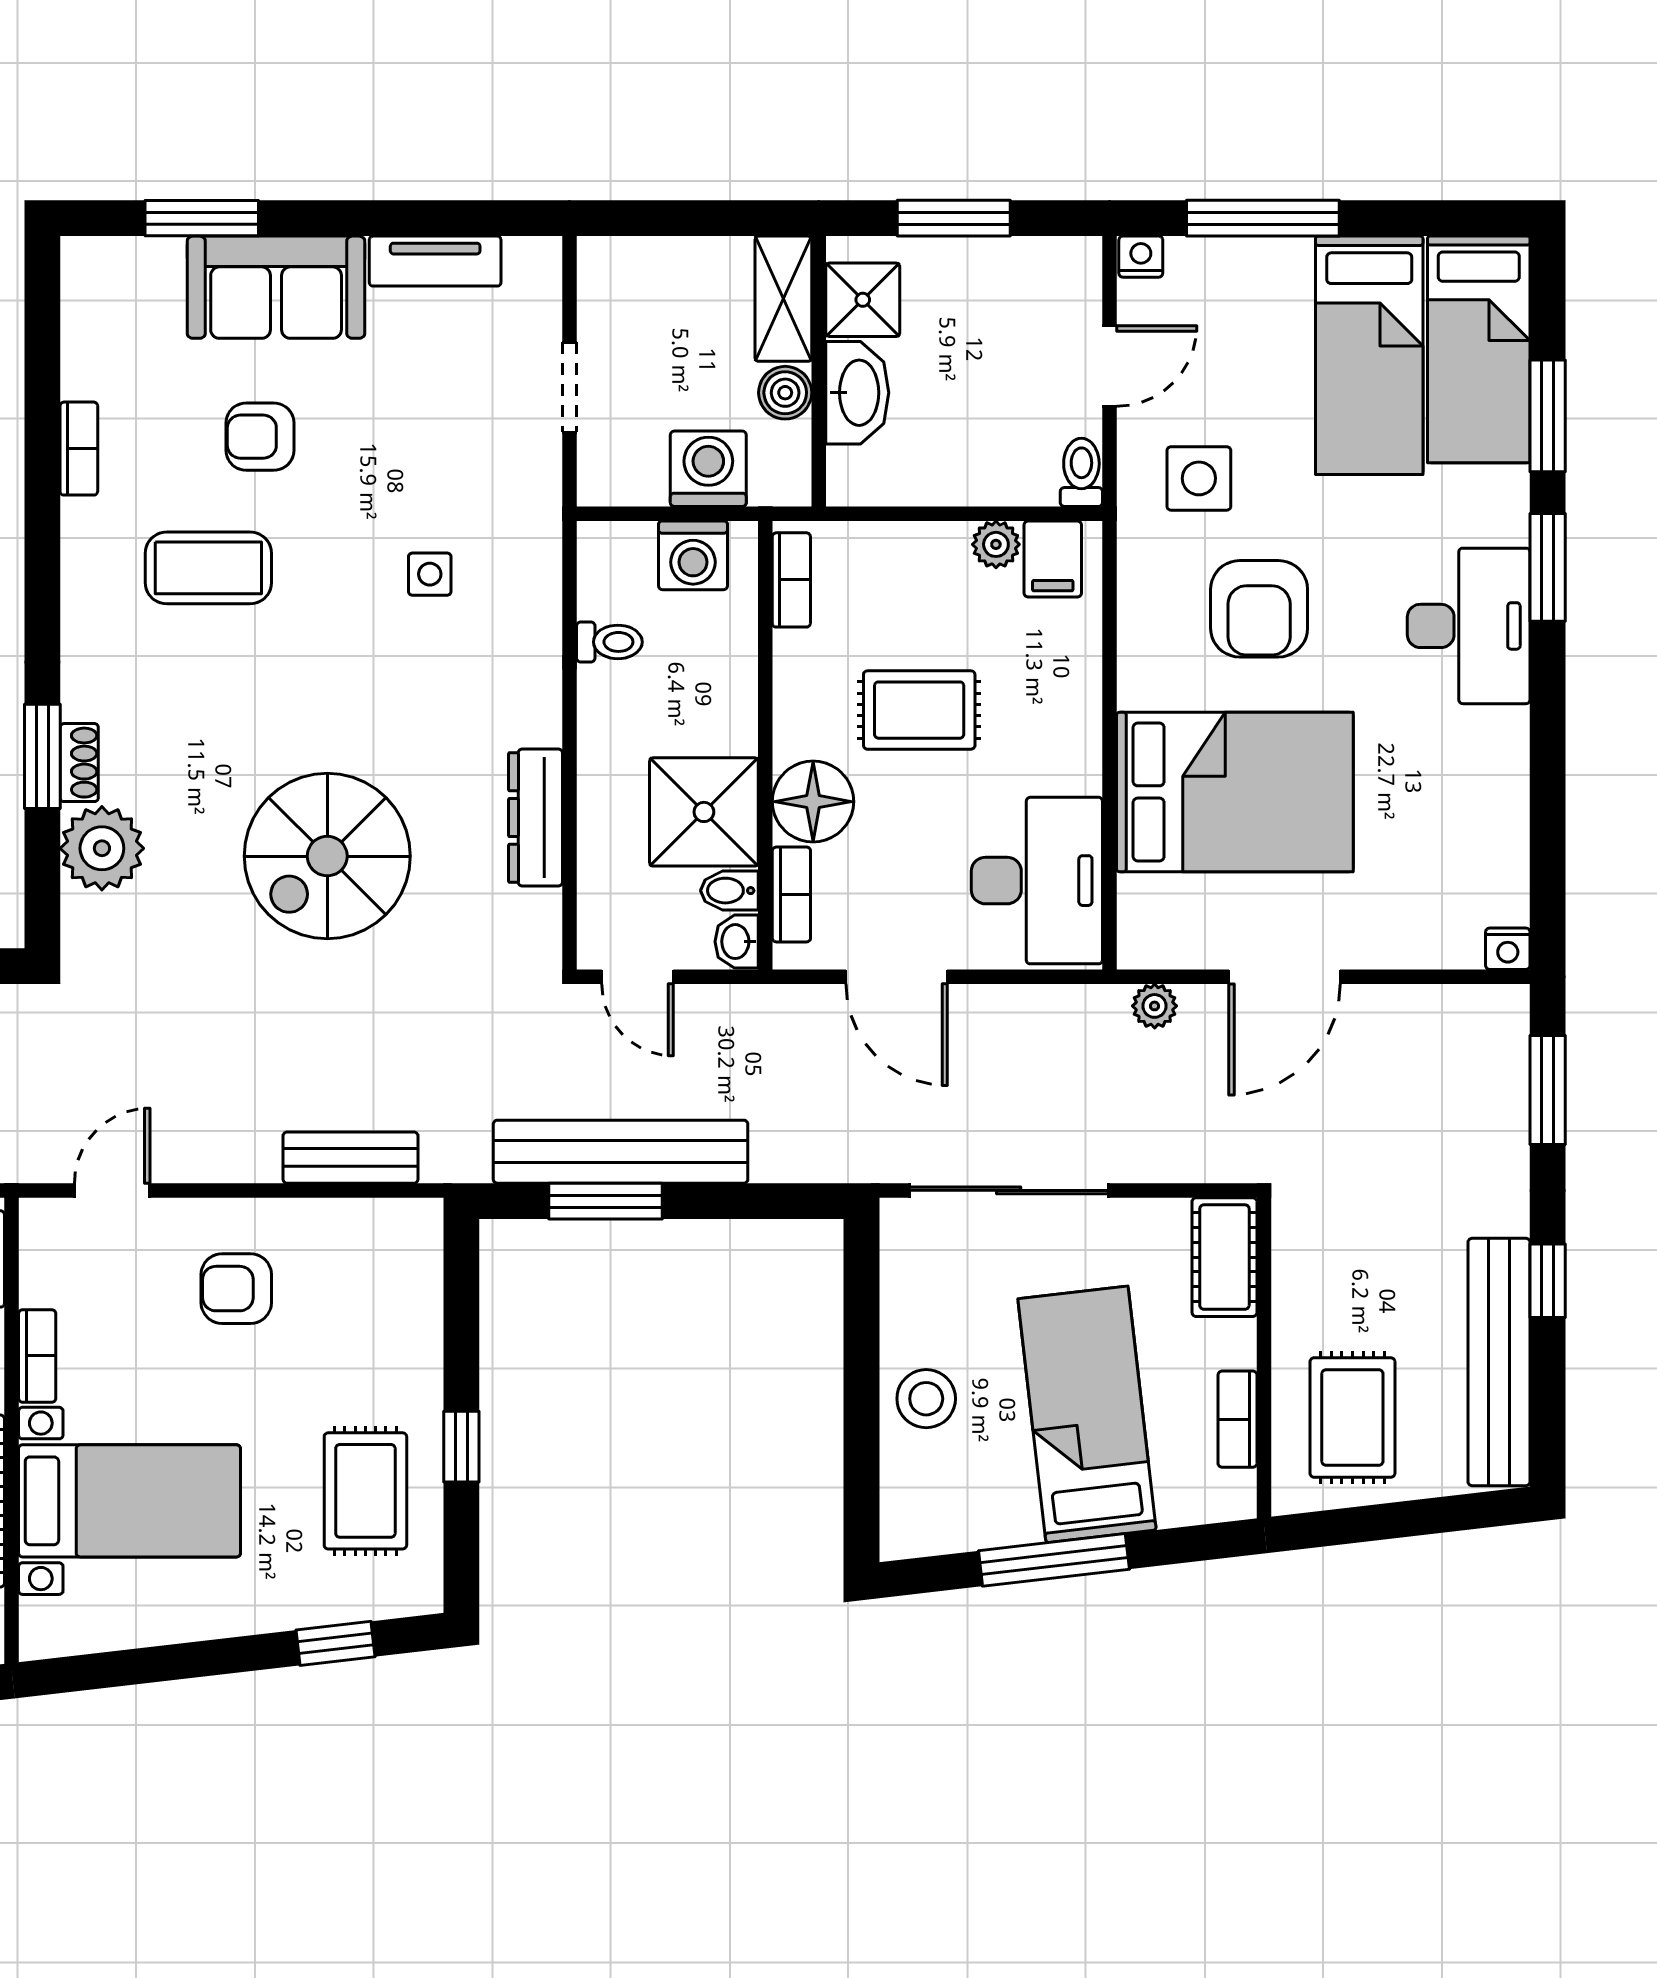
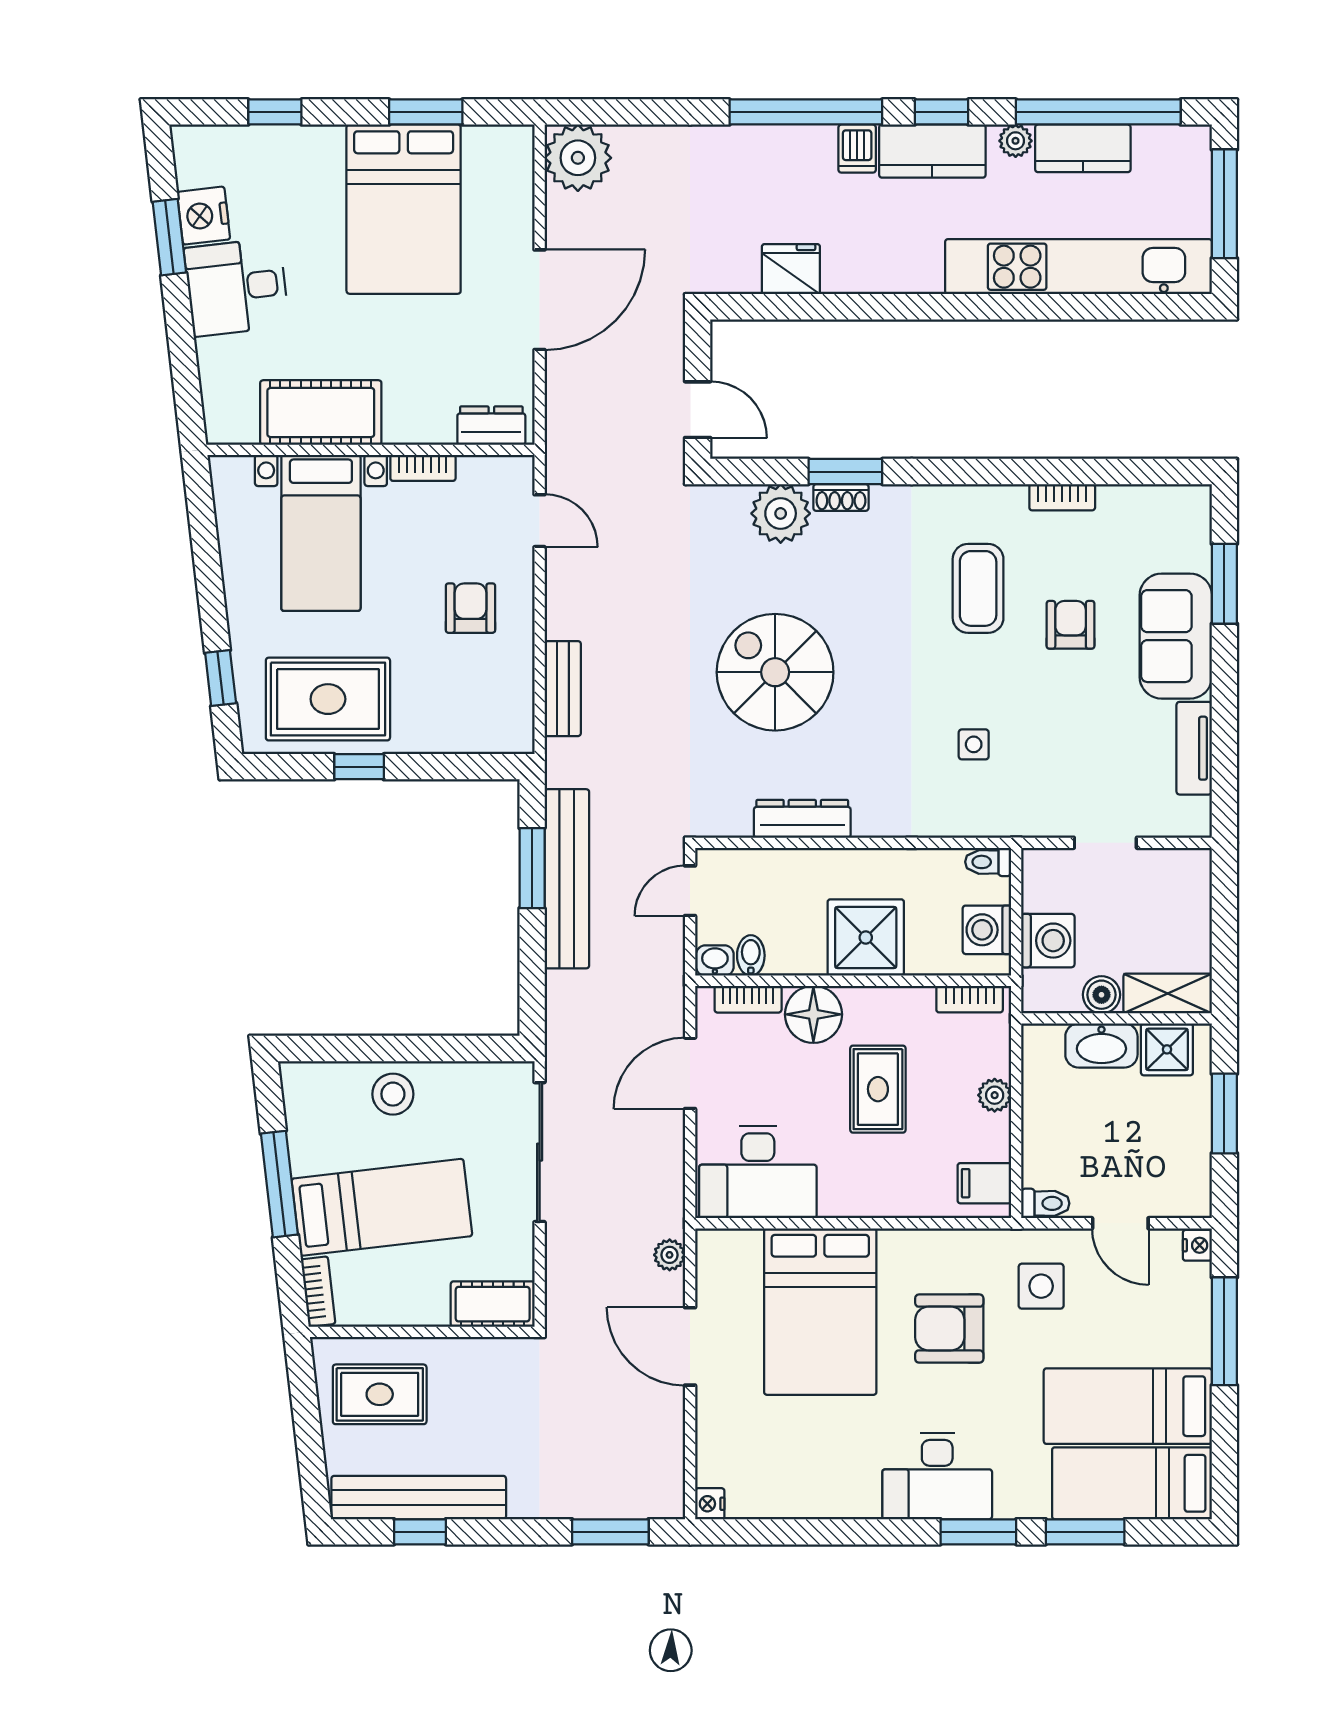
plant: (996, 544) -> (995, 1095), moved
toilet: (609, 642) -> (988, 862), moved, turned 90
shower: (704, 812) -> (866, 937), moved
window: (1548, 1281) -> (420, 1532), moved
bookcase: (1237, 1419) -> (318, 1292), moved, turned 83
rug: (365, 1491) -> (328, 699), width x1.36, depth x1.43

